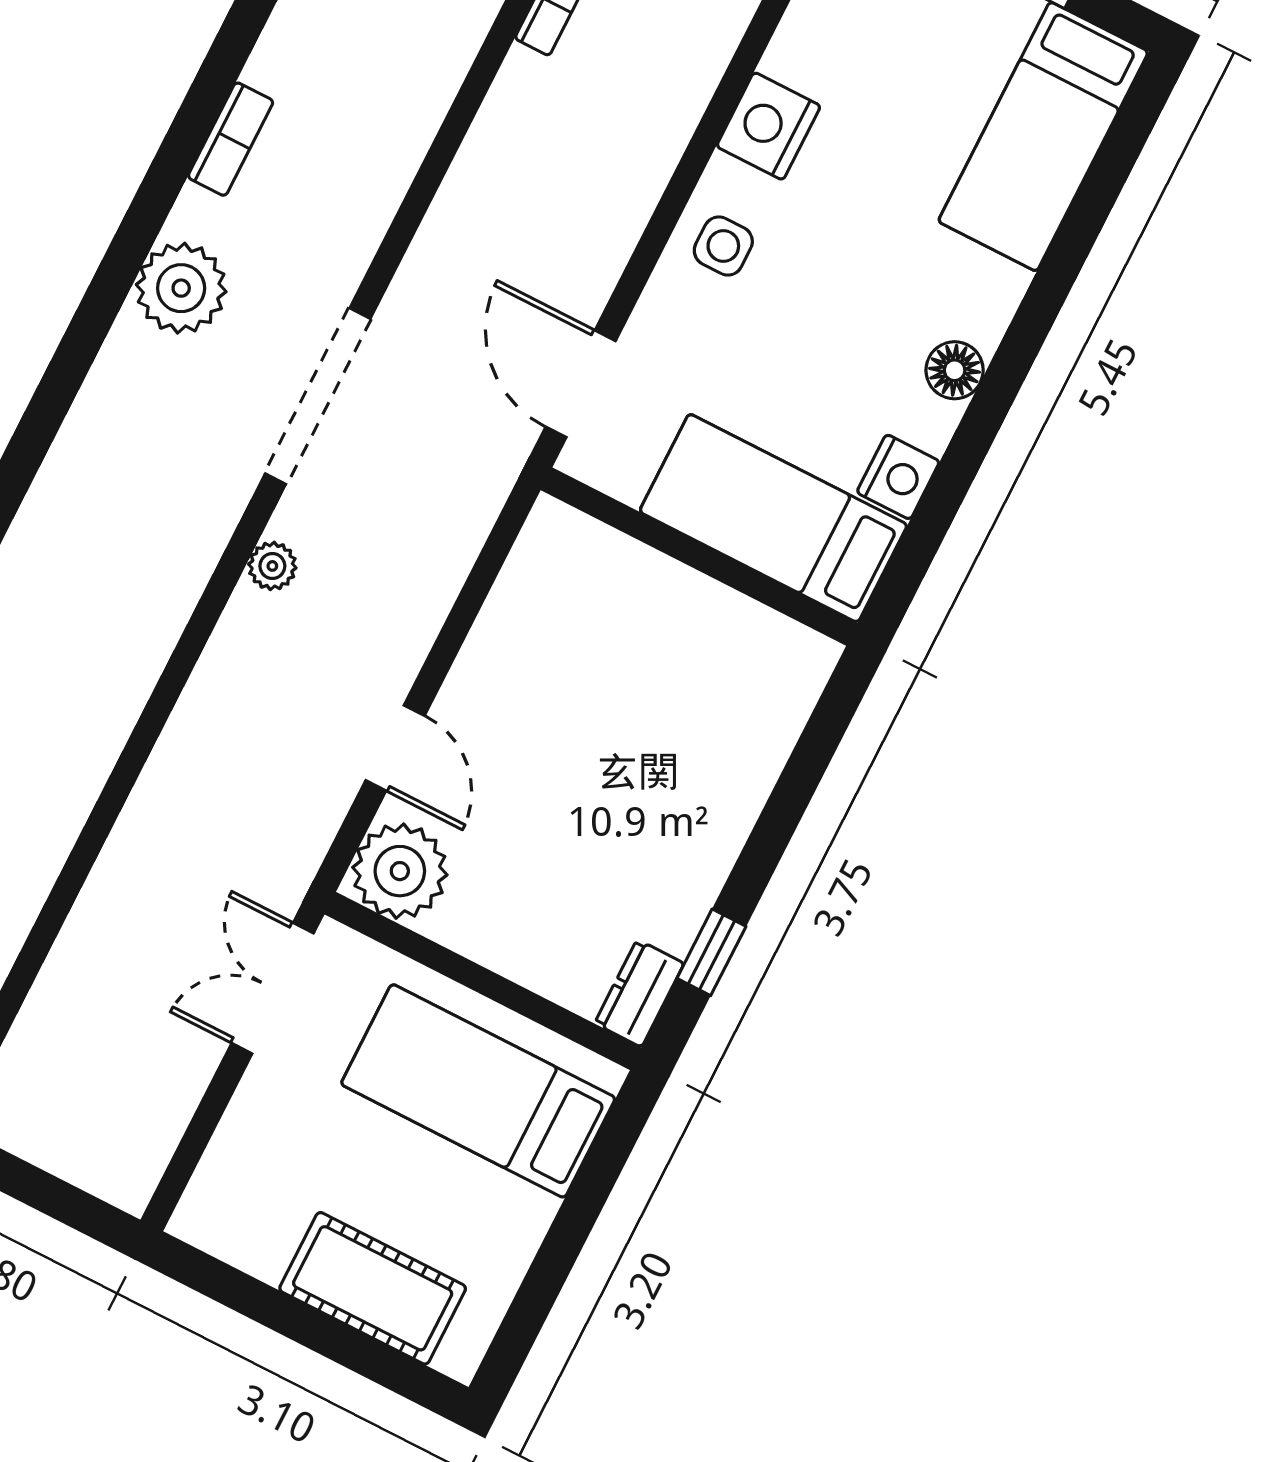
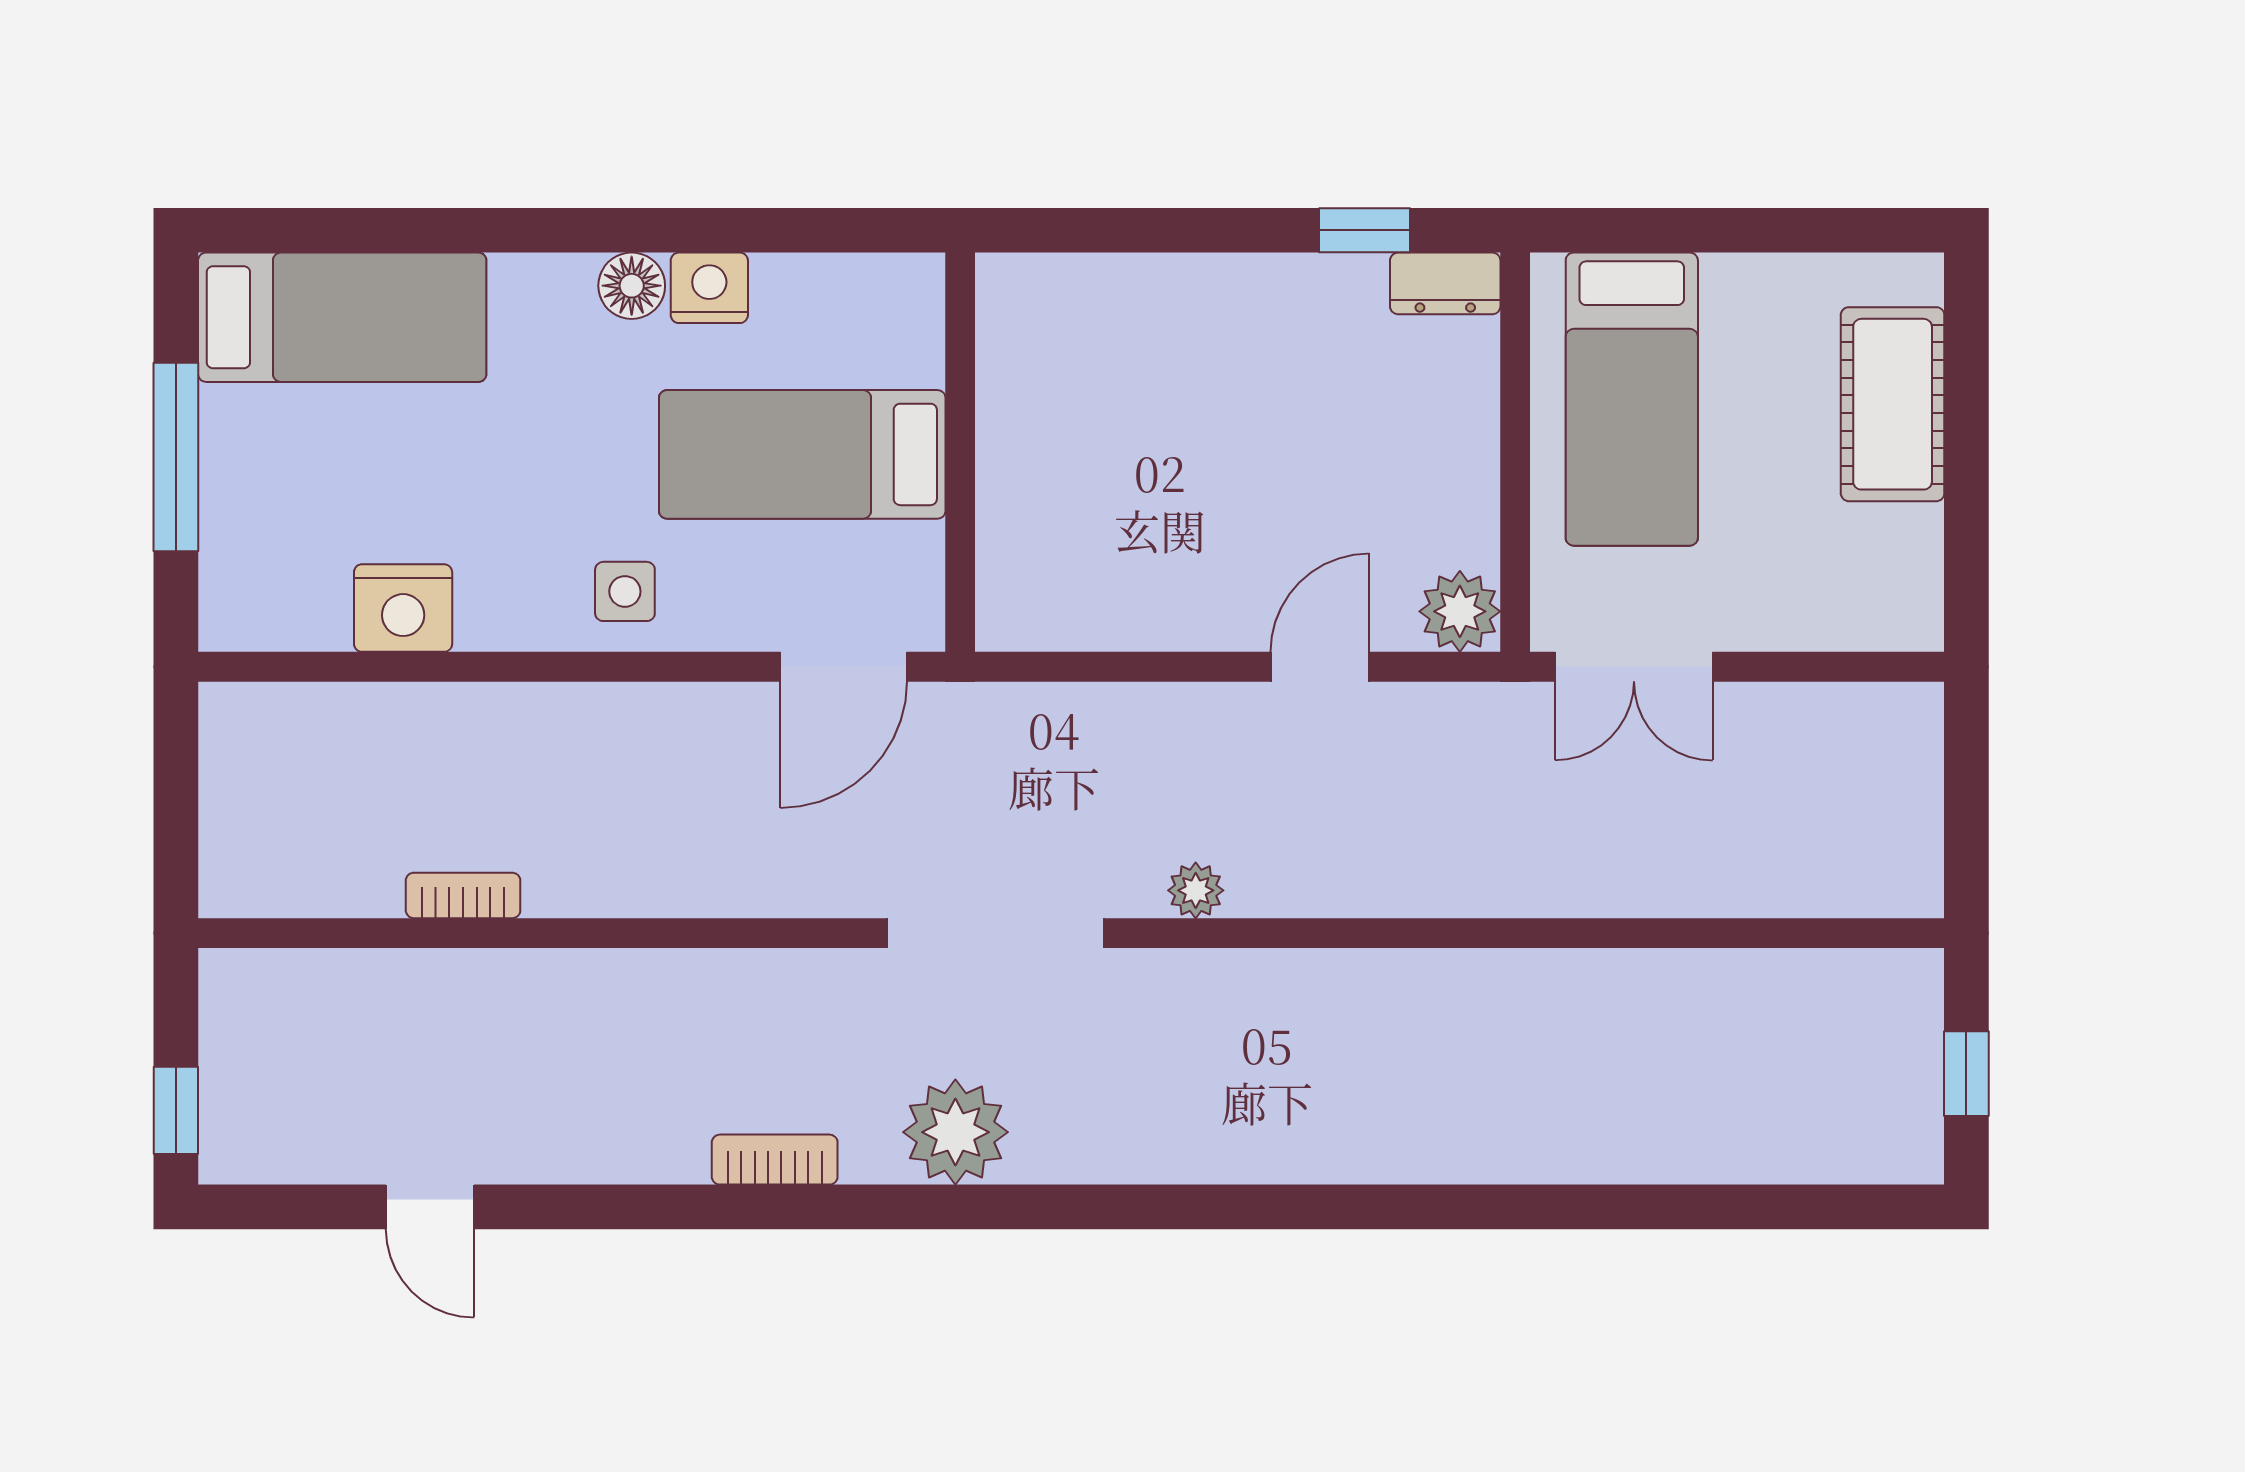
nightstand: (768, 126) -> (403, 608), moved
nightstand: (898, 477) -> (709, 288), moved
bed: (773, 518) -> (802, 454), moved, turned 90
plant: (400, 871) -> (1460, 611), width x0.73, depth x0.73

